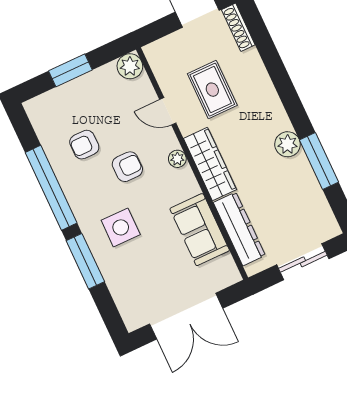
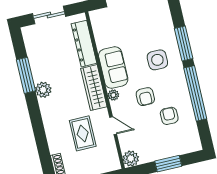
armchair: (84, 145) -> (169, 116), turned -90
armchair: (127, 167) -> (145, 97), turned -90
sofa: (200, 230) -> (113, 67), moved

